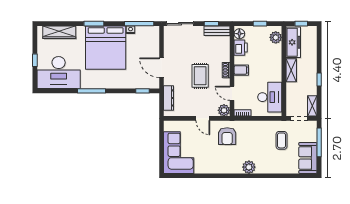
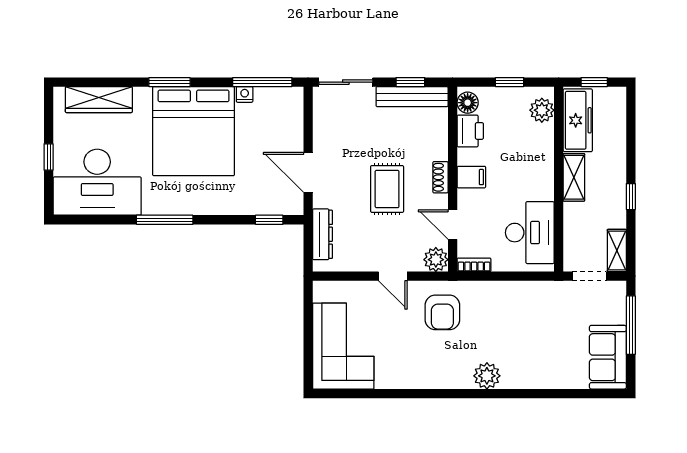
bench: (217, 31) -> (412, 97), width x1.36
coffee table: (282, 140) -> (554, 321), removed

